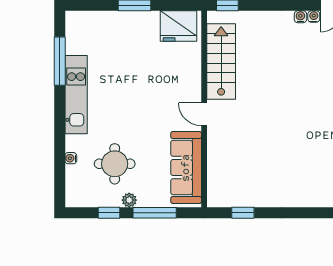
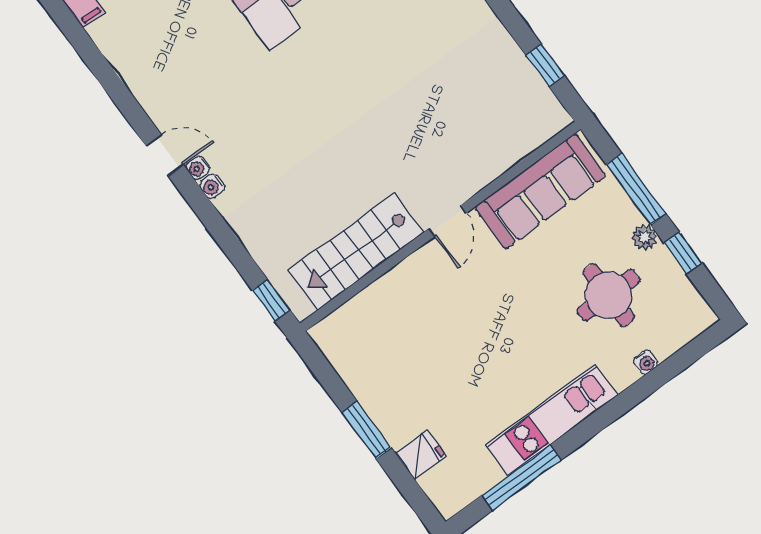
fridge: (179, 26) -> (421, 454), moved, width x0.53, depth x0.75

